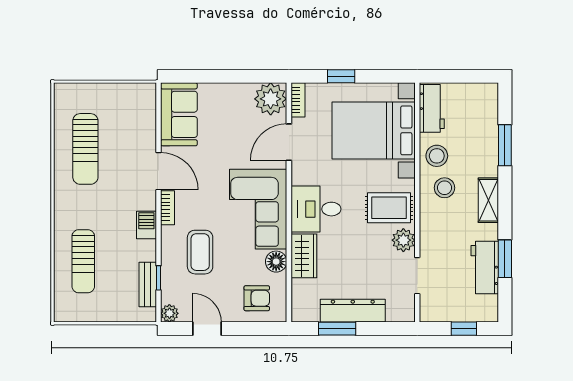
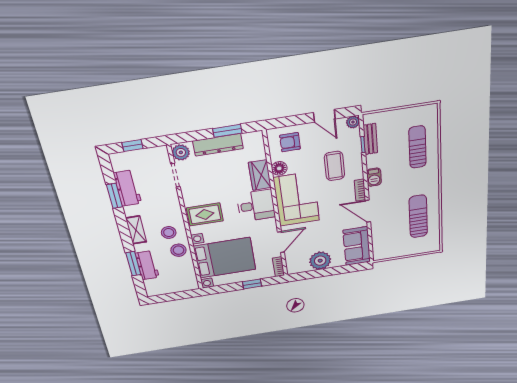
plant: (271, 99) -> (320, 261), moved
workbench: (432, 108) -> (147, 265), moved, turned 180
plant: (403, 240) -> (181, 152), moved

